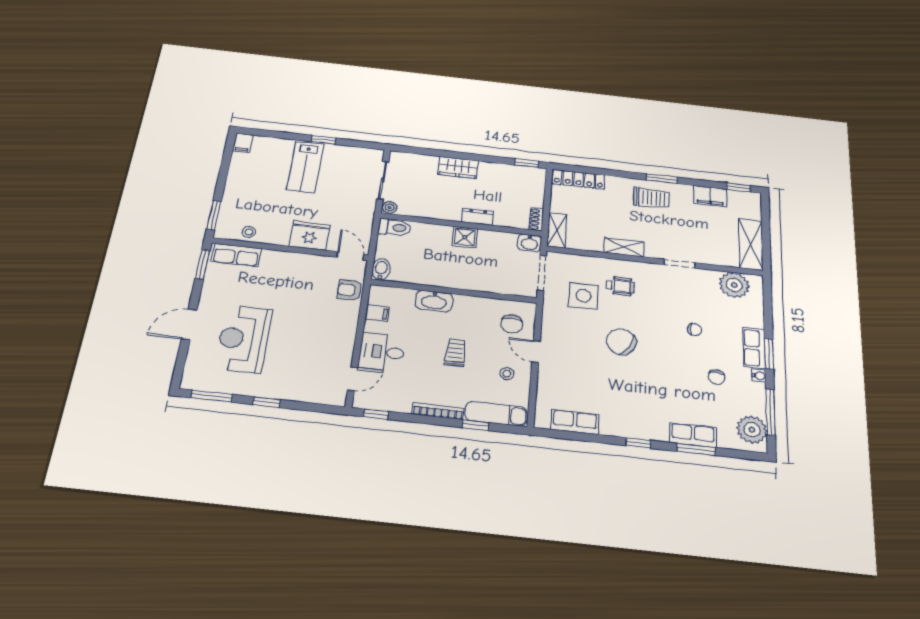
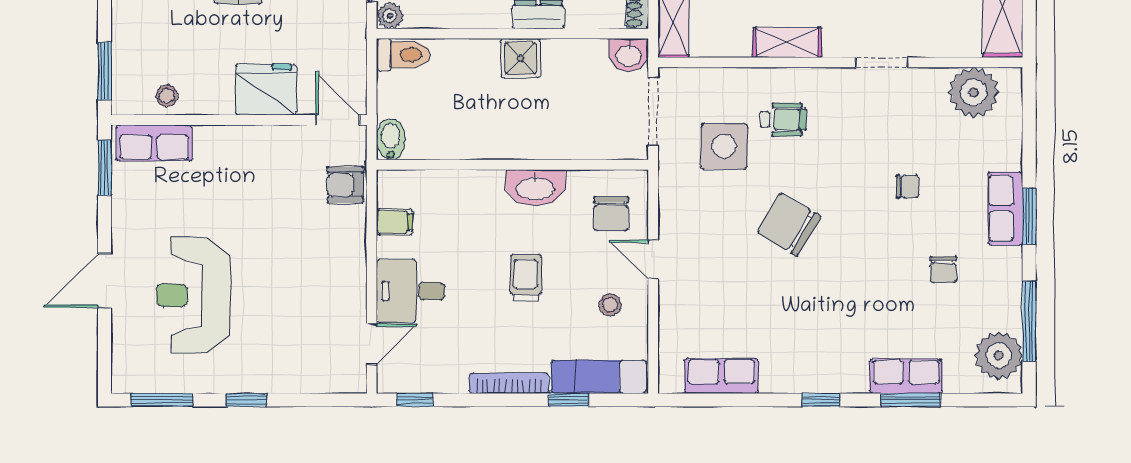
washbasin: (434, 301) -> (535, 188), moved
water cooler: (759, 376) -> (1012, 258), removed

